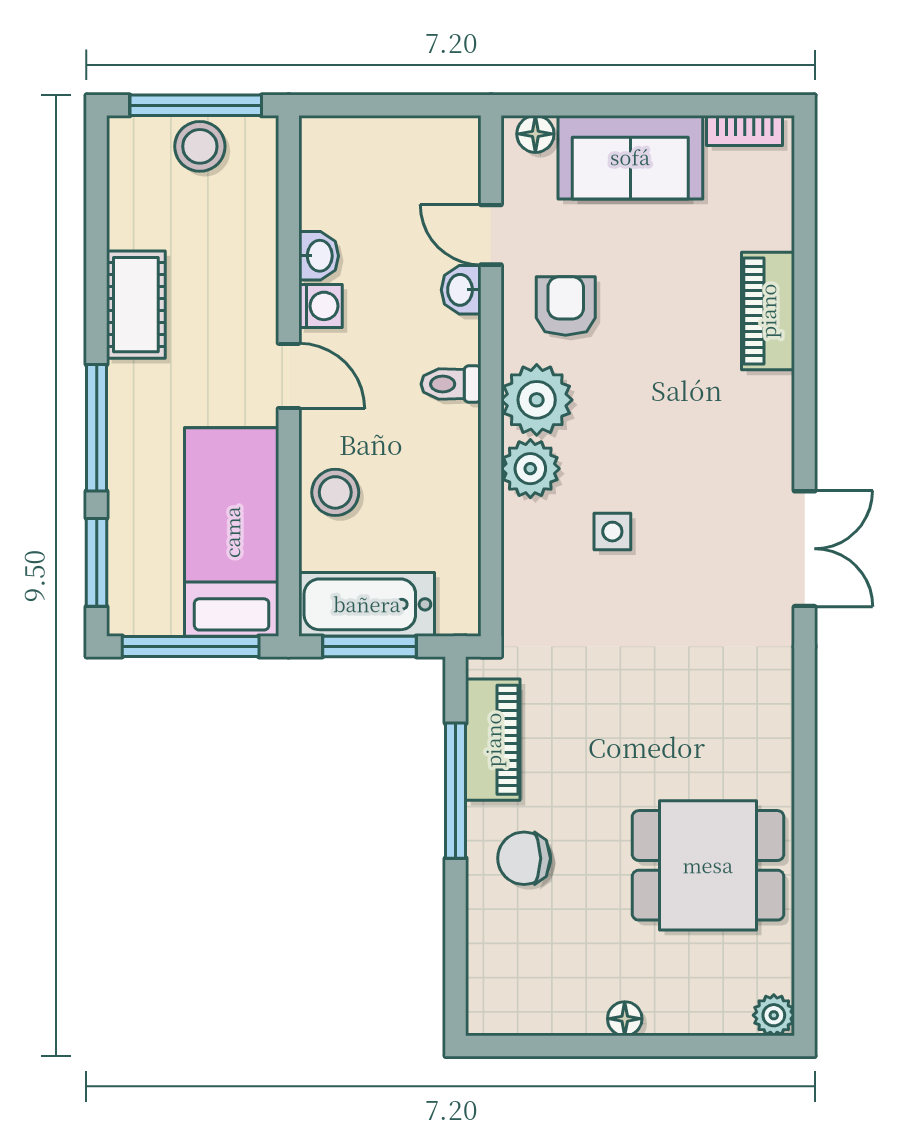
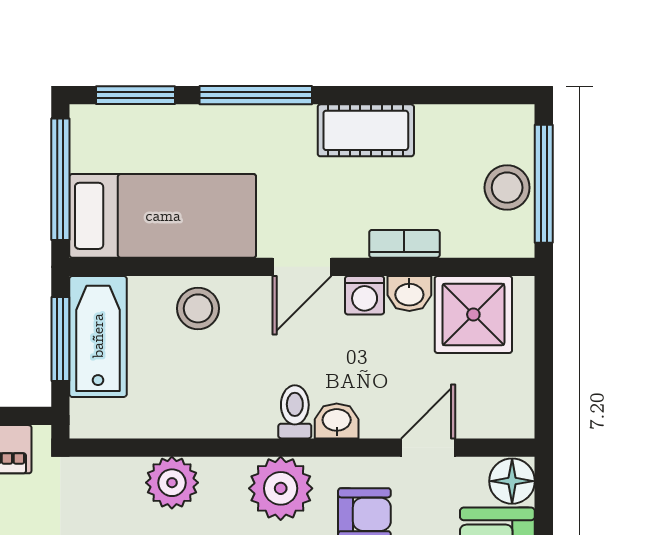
floor lamp: (535, 134) -> (512, 481), width x1.37, depth x1.37
shower: (342, 184) -> (473, 314), added
bookcase: (263, 261) -> (404, 244), added
washbasin: (461, 290) -> (337, 421), moved
plant: (530, 469) -> (172, 483), moved

